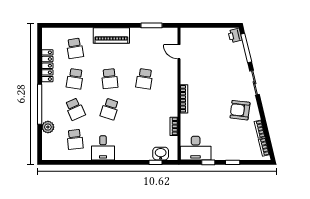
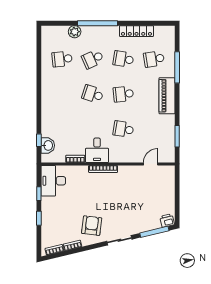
window: (83, 25) -> (177, 67), added
desk: (103, 148) -> (97, 150), moved, turned -90

